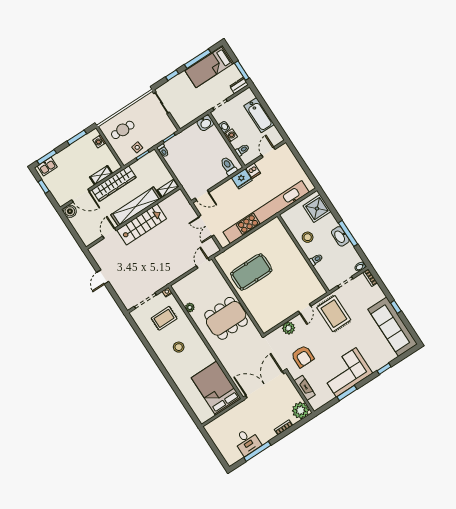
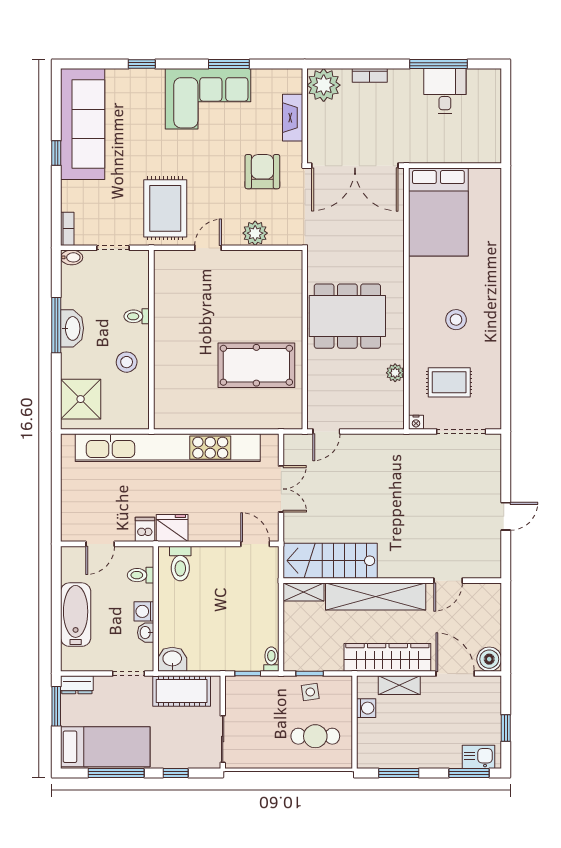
cot: (192, 112) -> (182, 691), added
washing machine: (99, 141) -> (366, 708), moved
stairs: (142, 224) -> (330, 561), moved

